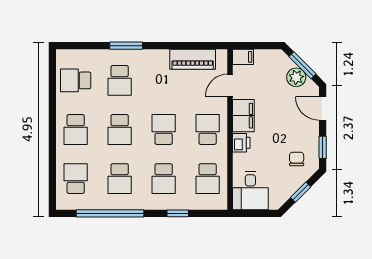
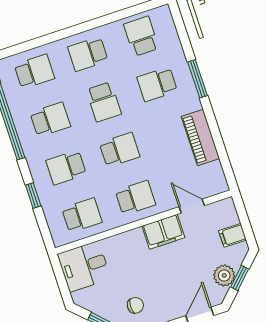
filing cabinet: (243, 57) -> (233, 235), moved, turned 90
piano: (193, 59) -> (200, 138), moved
window: (302, 65) -> (240, 278), width x0.67
school desk: (120, 129) -> (104, 102), turned -90
printer: (241, 143) -> (133, 239), removed
school desk: (120, 179) -> (50, 120), turned 180
school desk: (208, 179) -> (82, 215), turned 180

